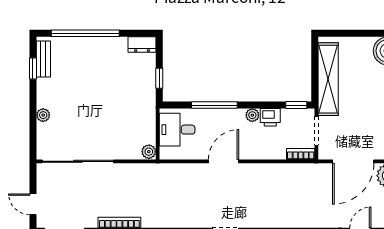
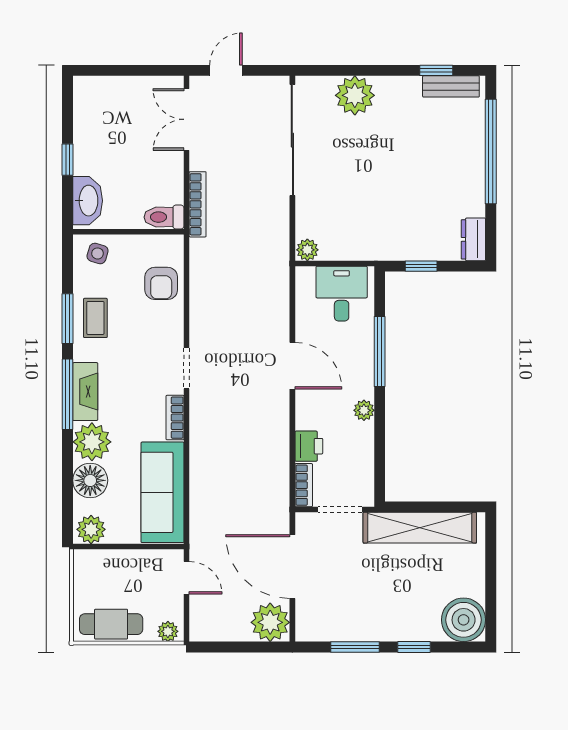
window: (296, 105) -> (380, 478), removed
plant: (43, 115) -> (355, 95), width x1.87, depth x1.87
printer: (270, 117) -> (309, 446), moved, turned 180

